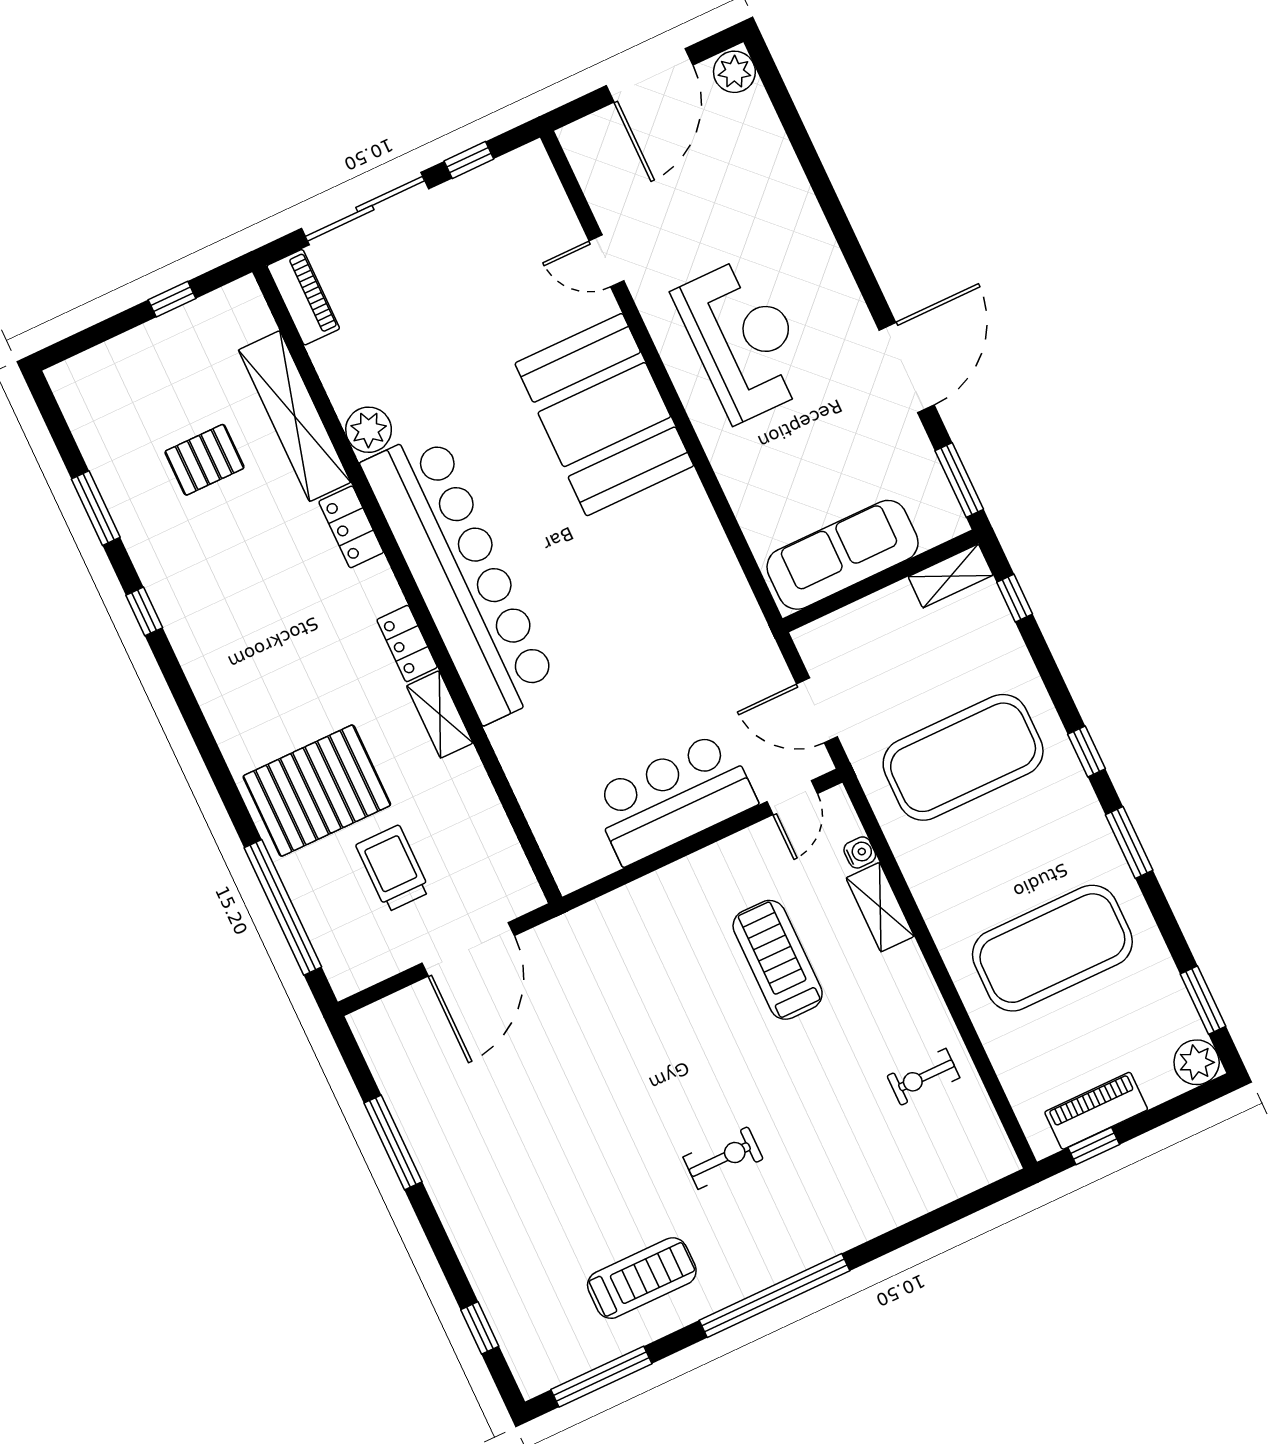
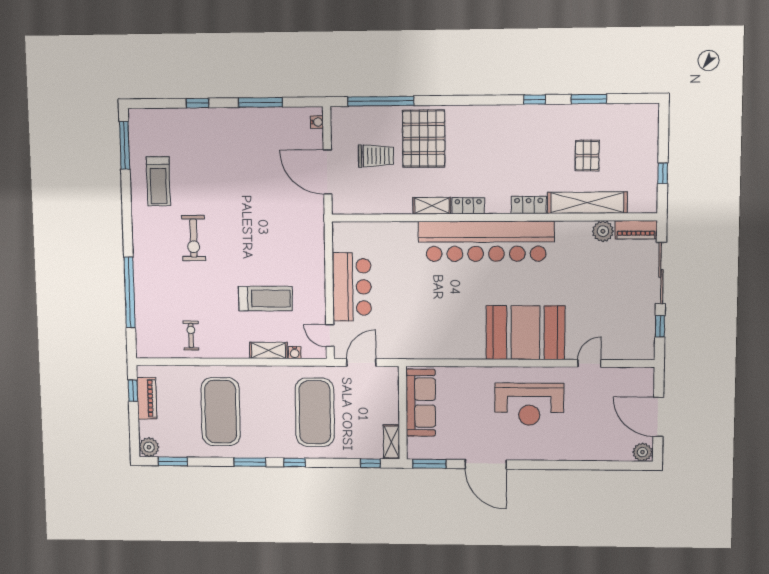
plant: (369, 430) -> (603, 231), moved
water cooler: (380, 1014) -> (317, 122), added
exercise bike: (723, 1158) -> (193, 238), width x1.38, depth x1.39
window: (774, 1296) -> (130, 293), moved
window: (480, 1328) -> (197, 103), moved

